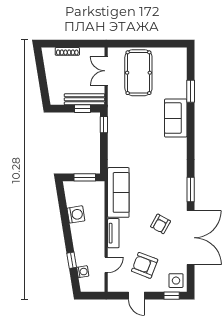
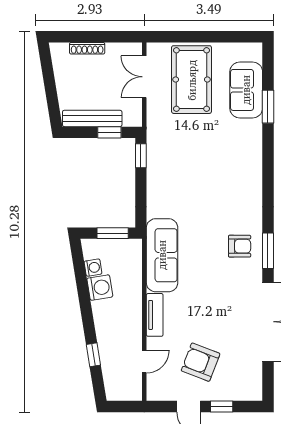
bench: (85, 99) -> (92, 118), moved
sofa: (176, 118) -> (246, 90), moved
armchair: (161, 224) -> (240, 246), moved, turned -119
washing machine: (83, 272) -> (93, 268), moved
side table: (176, 281) -> (247, 384), removed
window: (172, 296) -> (222, 406), moved

